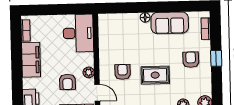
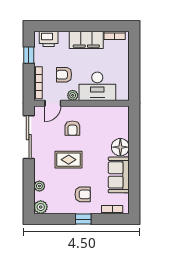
floor lamp: (145, 17) -> (120, 147), width x1.89, depth x1.89
desk: (78, 33) -> (97, 86), moved
armchair: (123, 72) -> (72, 128), turned 90
rug: (155, 75) -> (69, 160), turned 90

